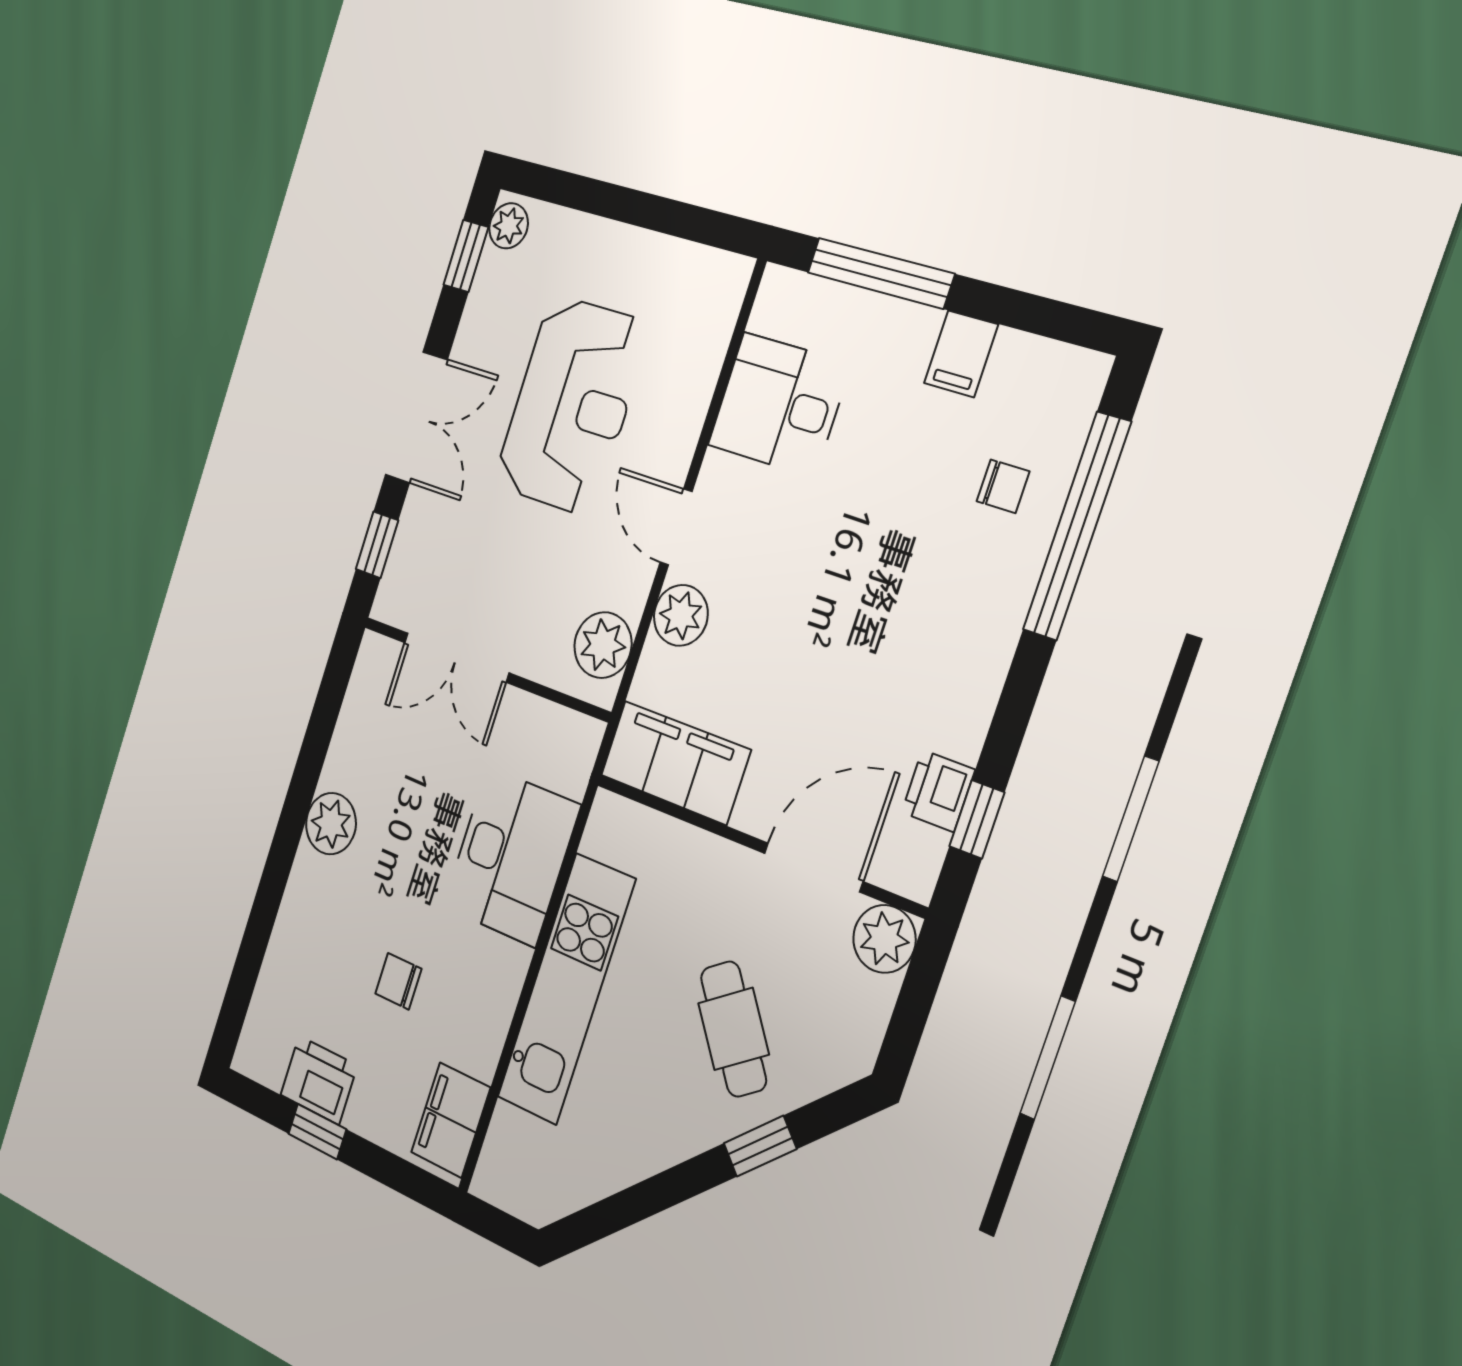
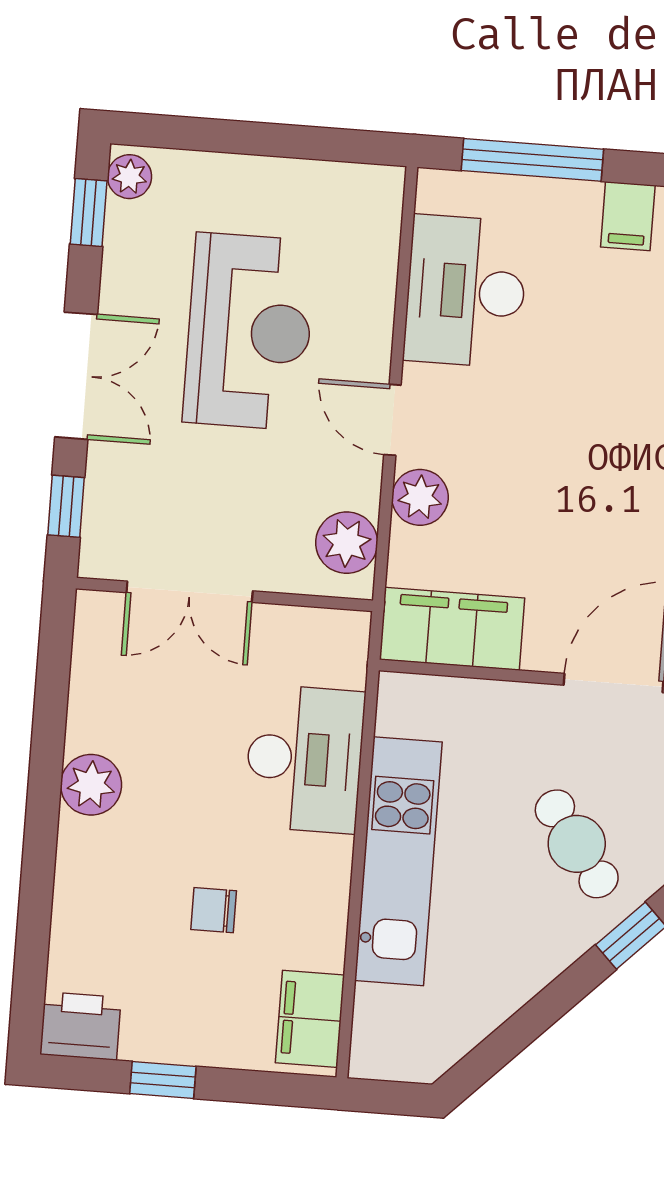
desk: (779, 405) -> (466, 291), width x1.37
printer: (319, 1080) -> (81, 1026), moved

